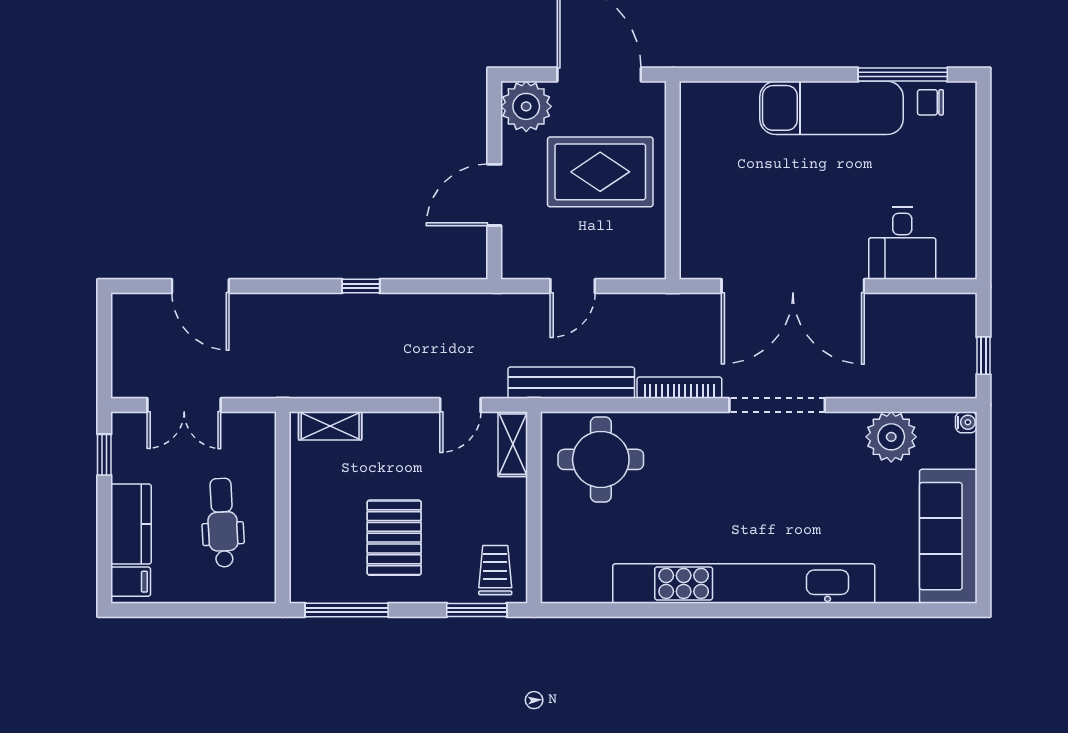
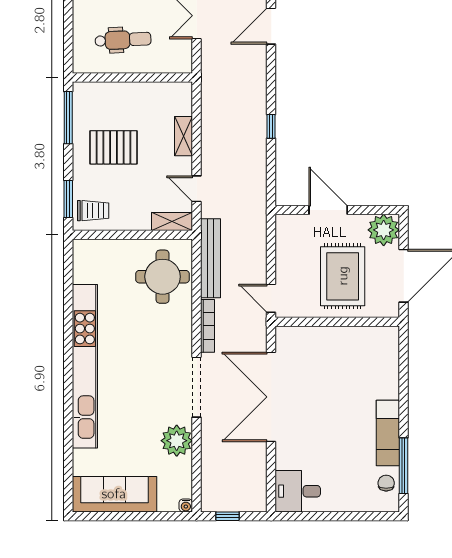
exam couch: (831, 108) -> (388, 433), width x0.73, depth x0.69
desk: (902, 243) -> (298, 491), moved
door: (573, 286) -> (271, 298), moved
shelving: (330, 426) -> (184, 136), moved
plant: (891, 437) -> (177, 441), moved

